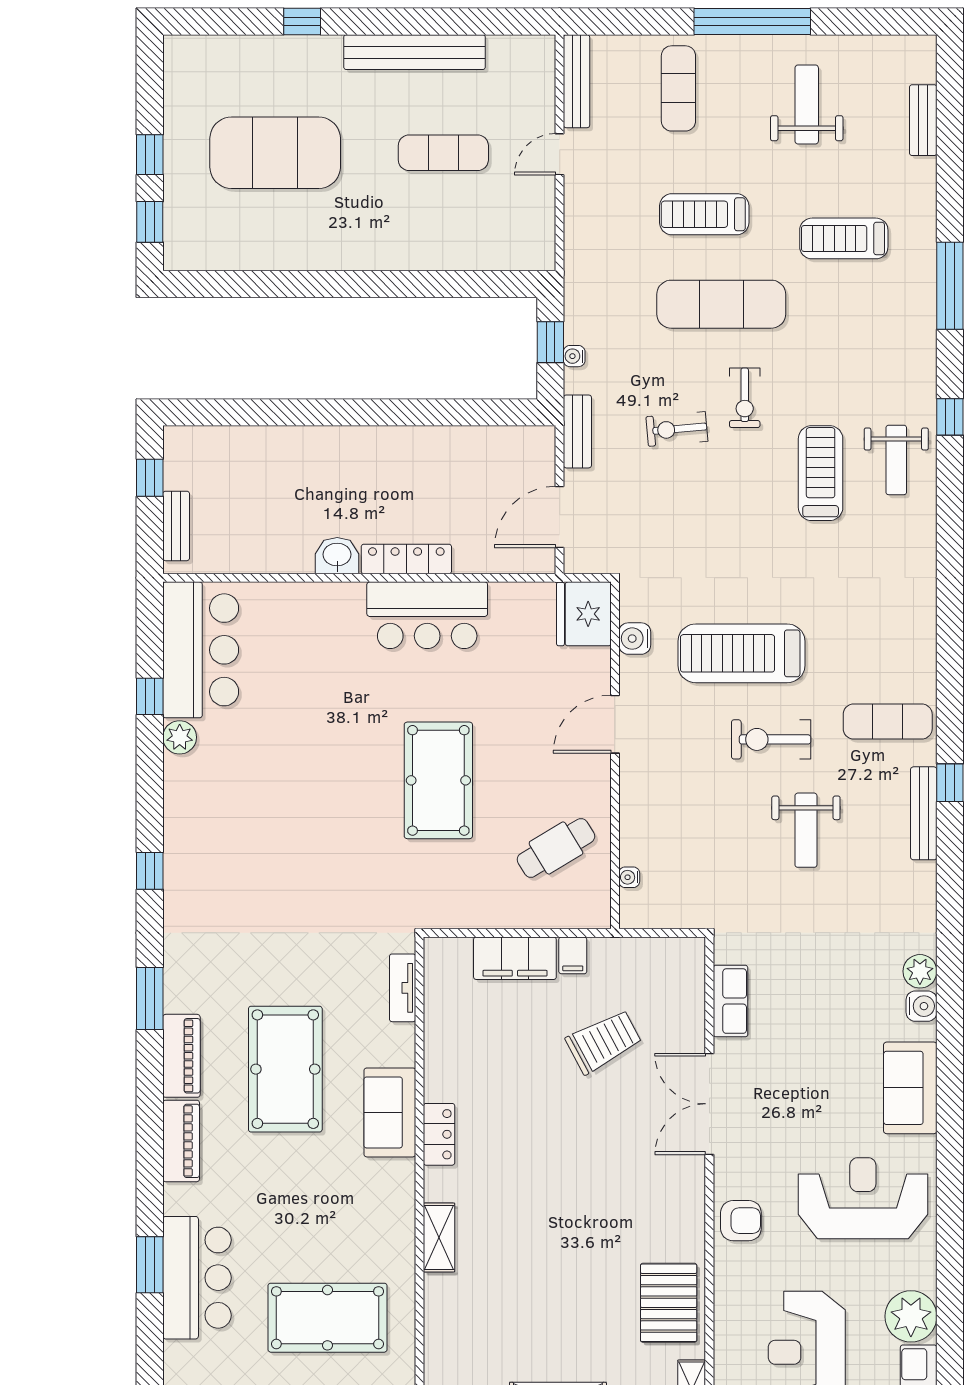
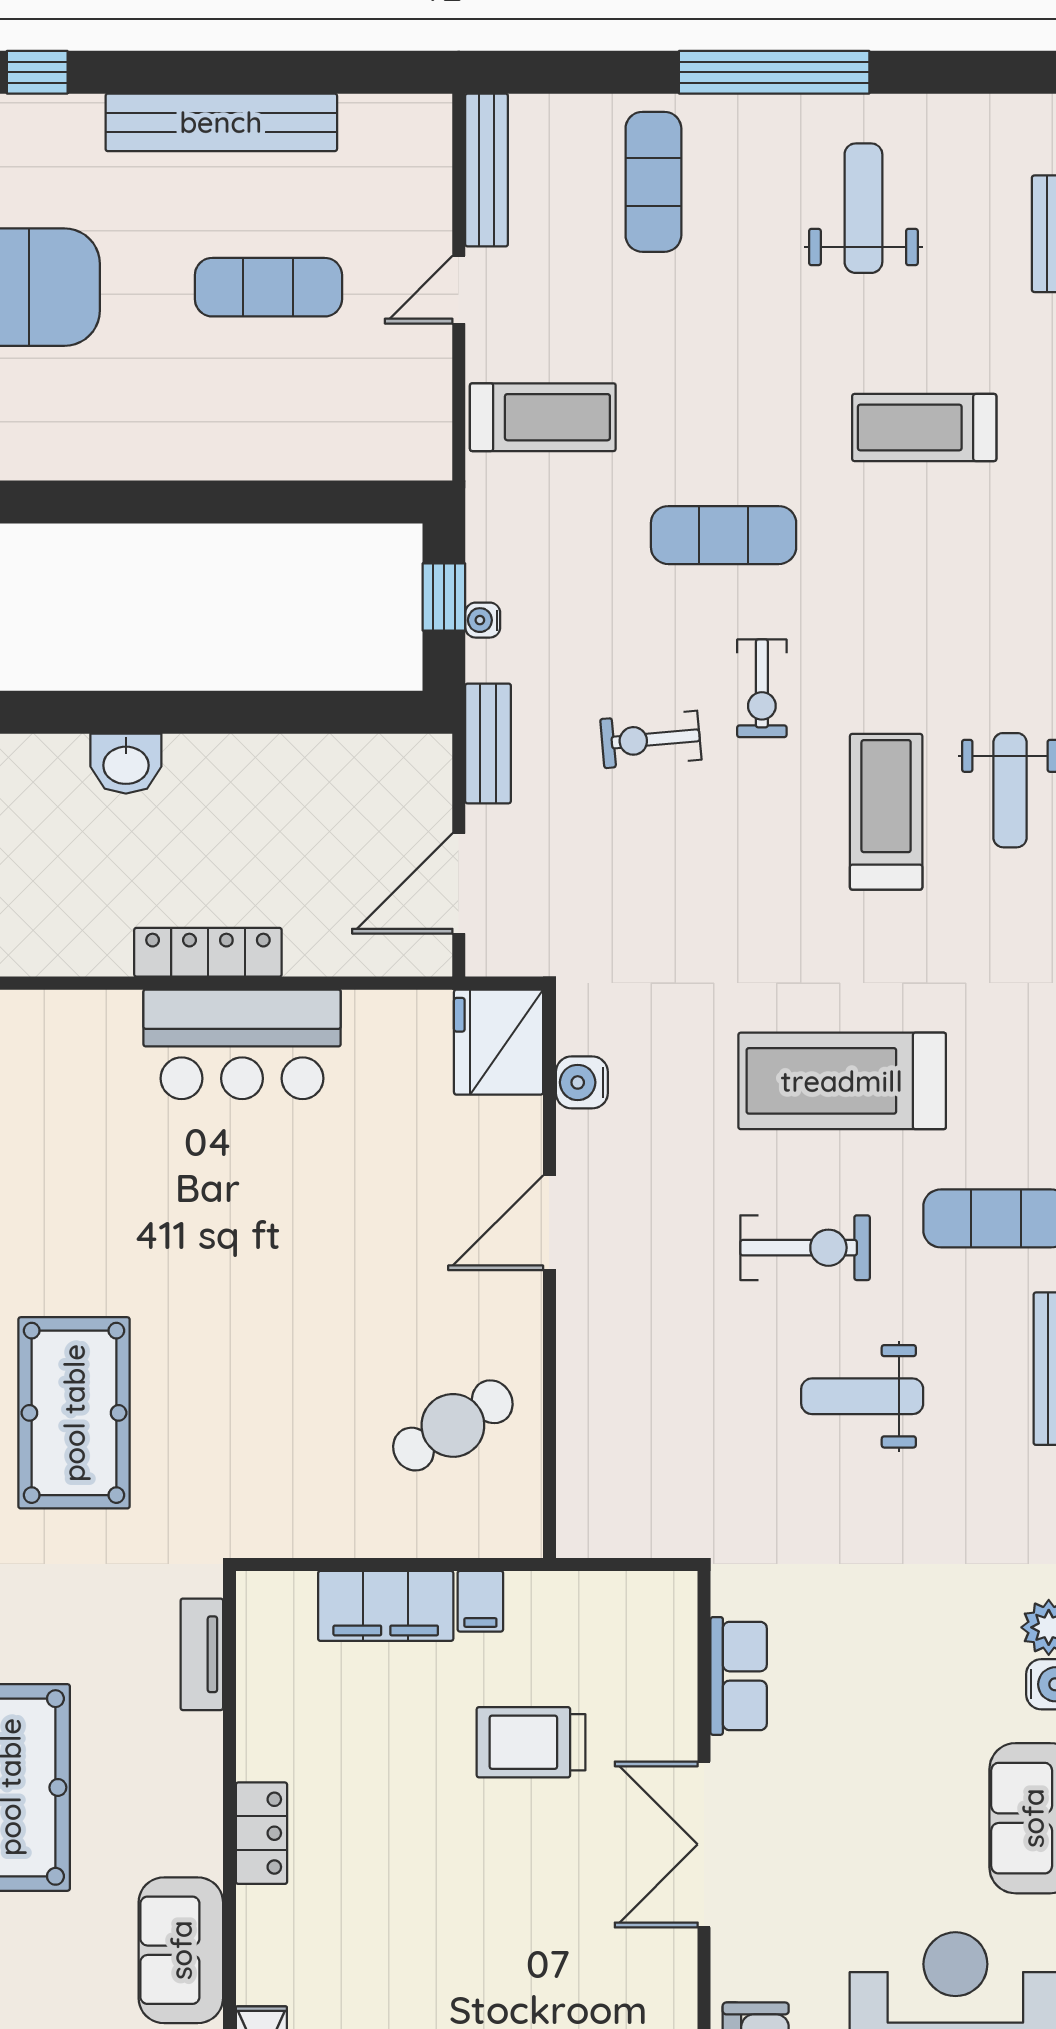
treadmill: (704, 214) -> (543, 417), moved, turned 180
exercise mat: (721, 304) -> (724, 535), width x0.73, depth x0.69
washbasin: (337, 556) -> (126, 764), moved, turned 180
treadmill: (741, 653) -> (842, 1081), moved
exercise bike: (771, 739) -> (805, 1248), turned 180
pool table: (438, 780) -> (74, 1413), moved
weight bench: (806, 830) -> (862, 1396), turned 90
water cooler: (629, 877) -> (573, 1473), removed
trolley: (604, 1042) -> (531, 1742), turned -152
sofa: (390, 1112) -> (181, 1950), moved
locker: (439, 1134) -> (262, 1833), moved

